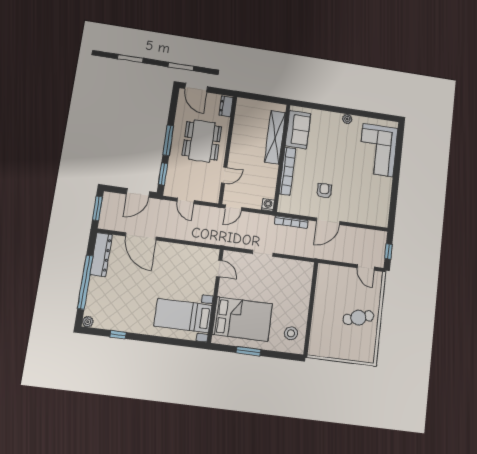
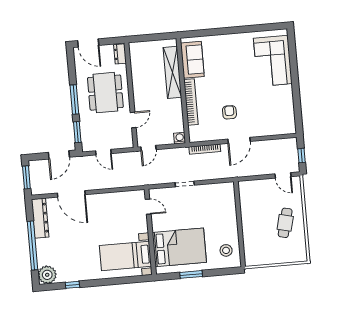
plant: (347, 119) -> (237, 38), removed
cafe table: (358, 318) -> (285, 223), turned -59
plant: (88, 322) -> (47, 275), width x1.87, depth x1.87

